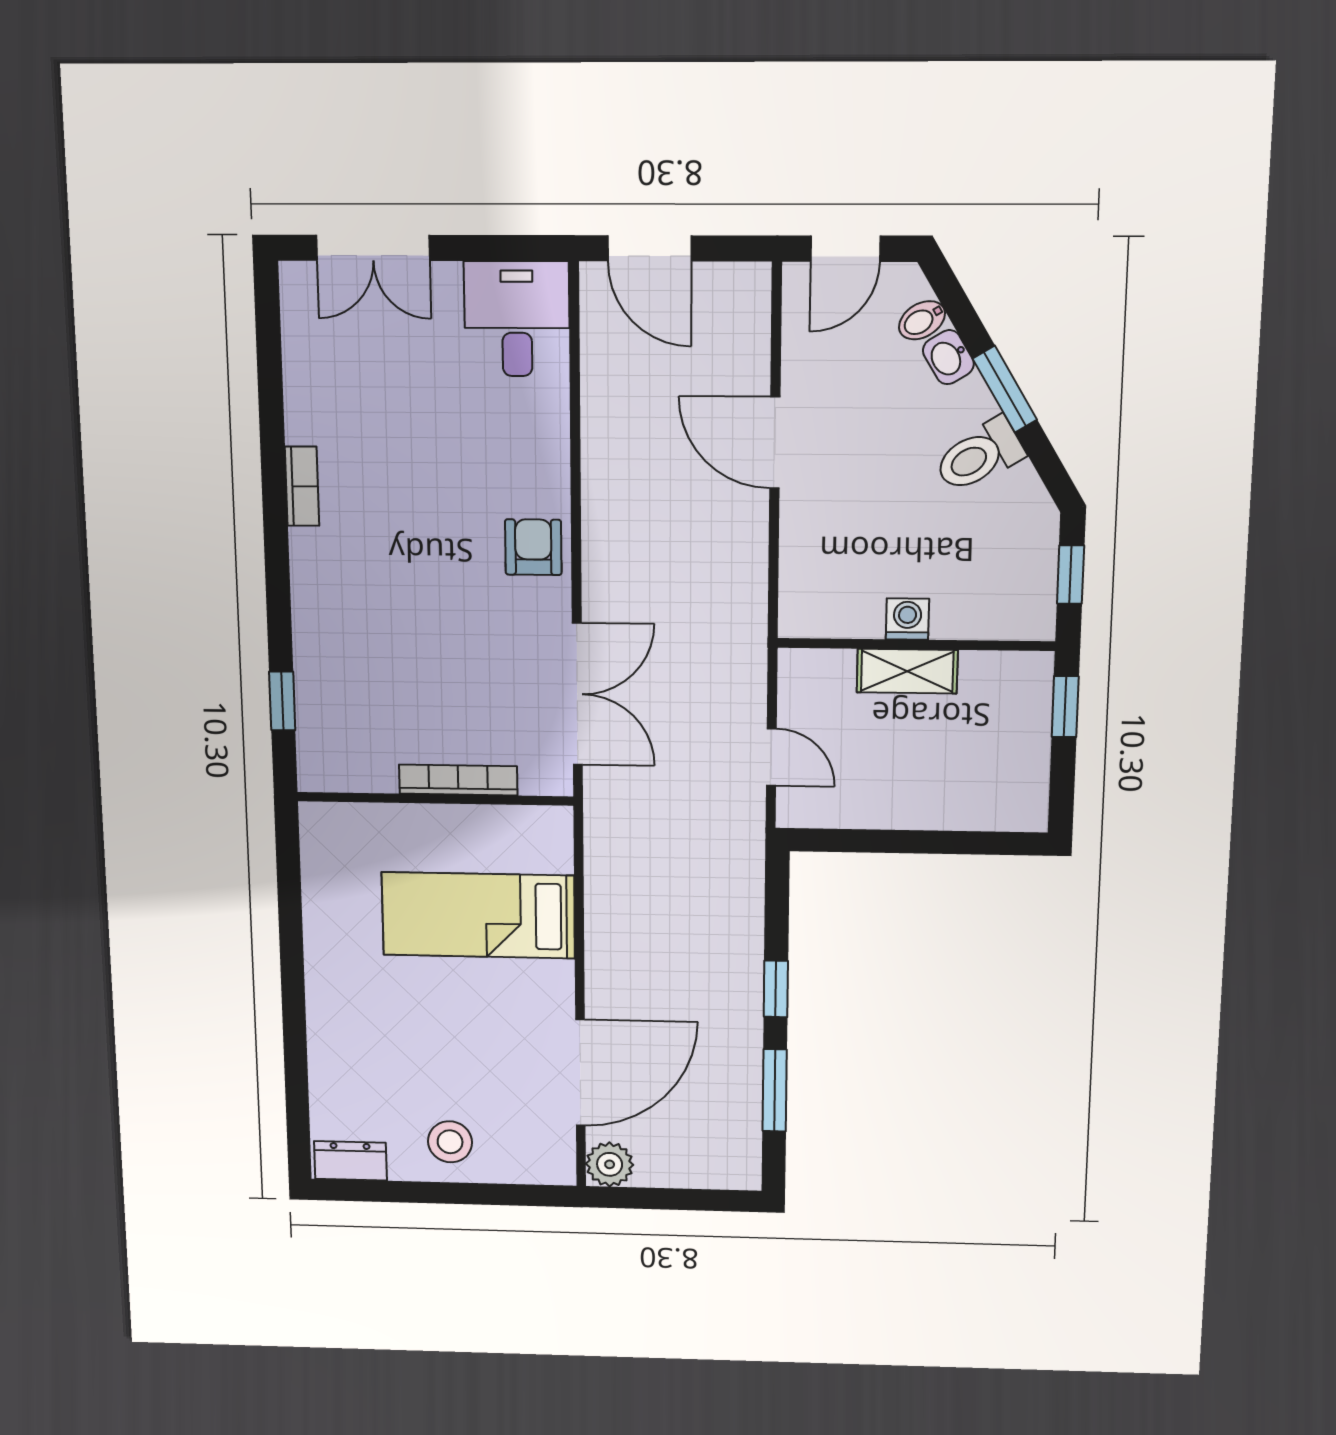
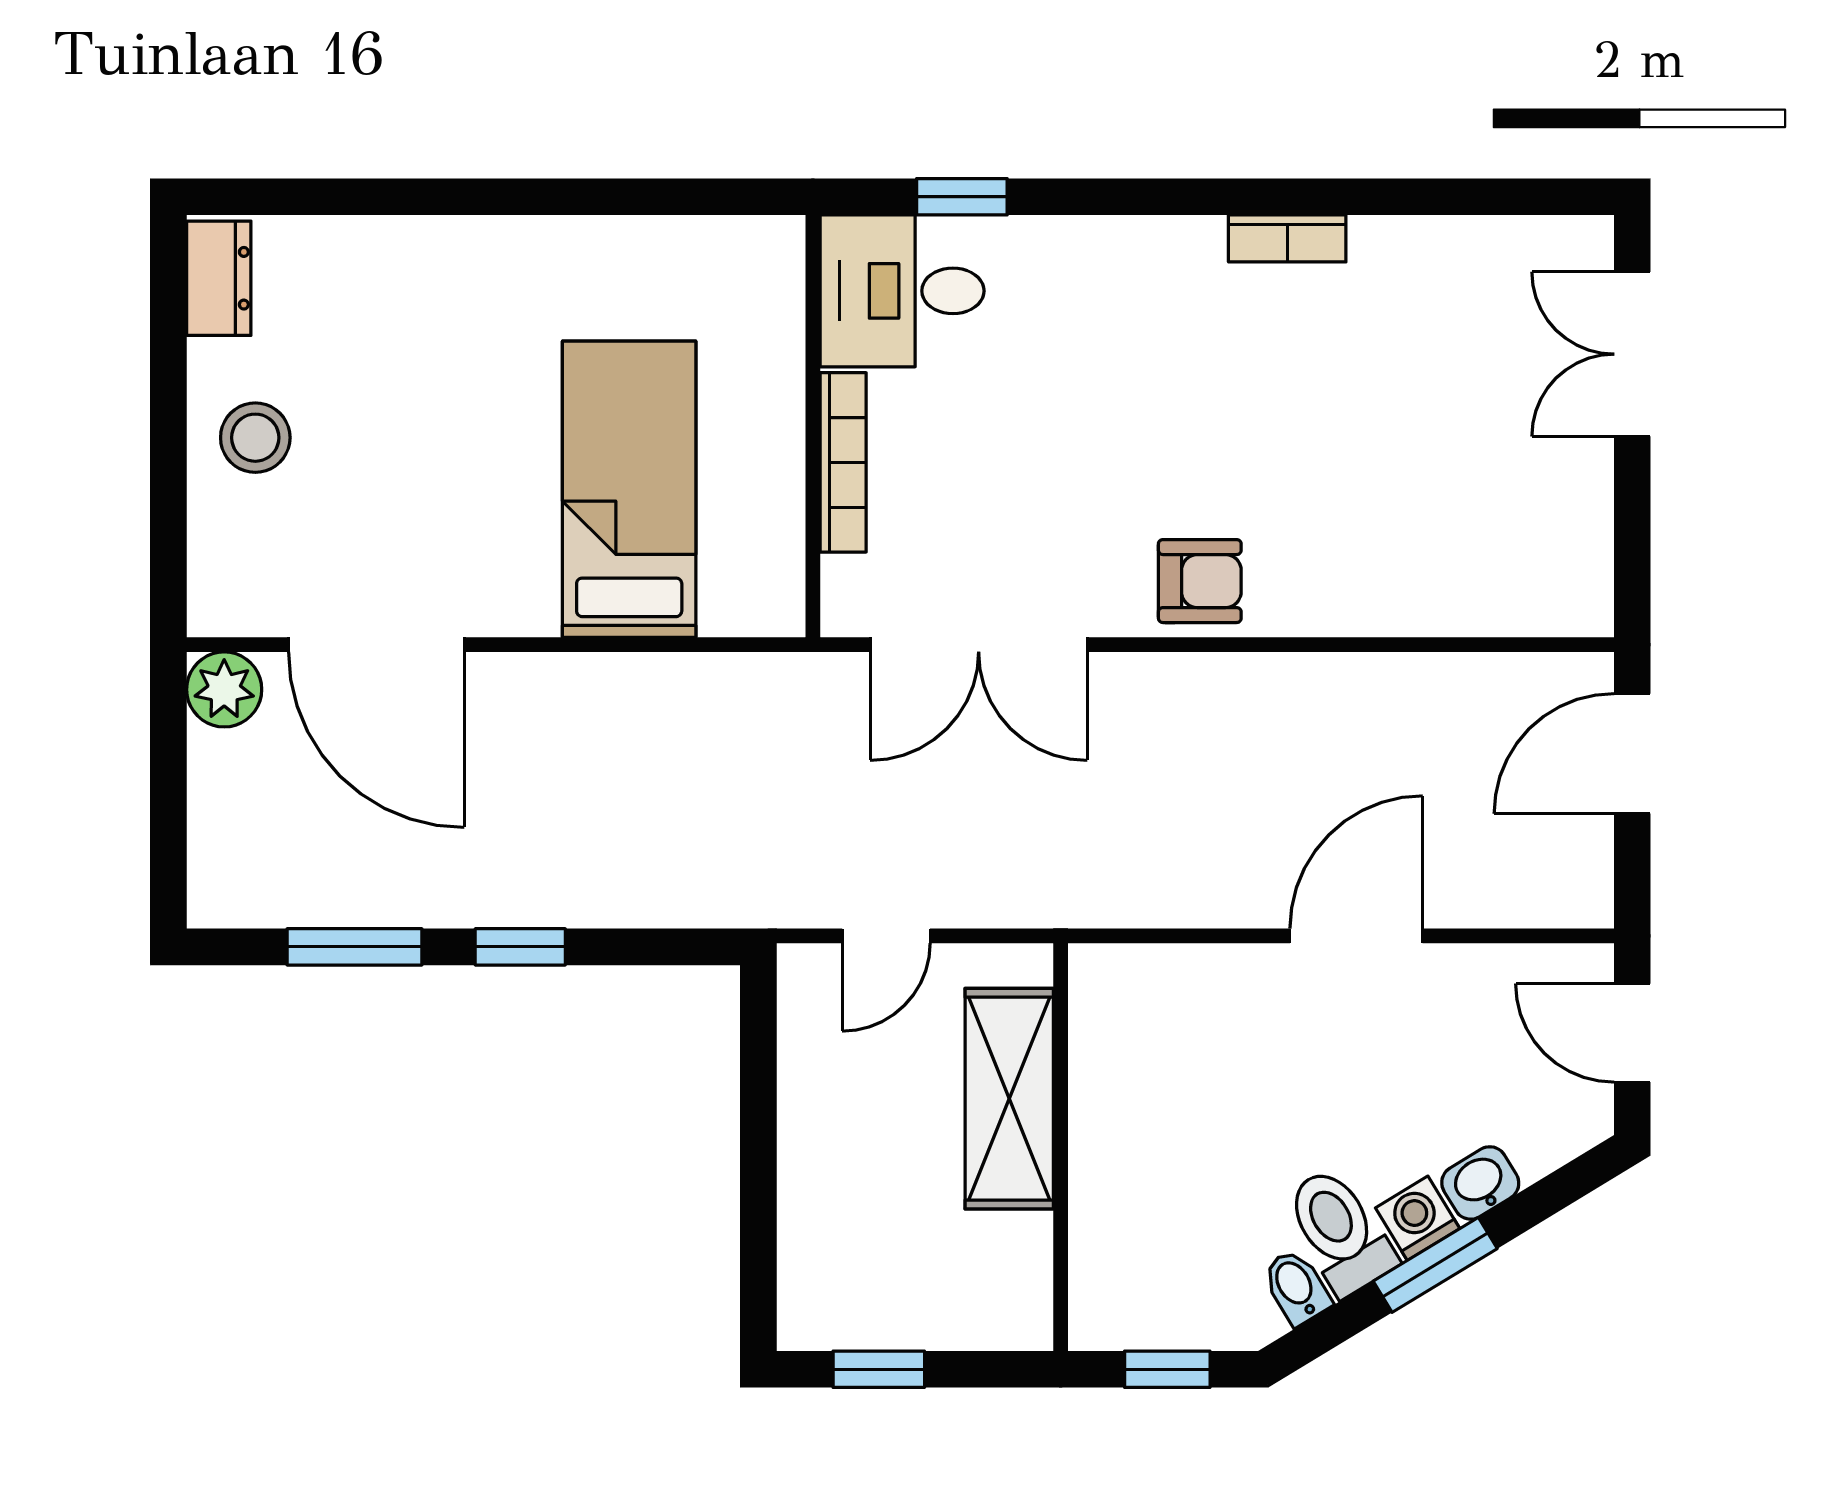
desk: (517, 319) -> (902, 291), moved, turned 180
bidet: (922, 320) -> (1296, 1287), moved
washing machine: (907, 619) -> (1418, 1218), moved, turned -121
shelving: (907, 671) -> (1009, 1099), width x1.50, depth x1.33
window: (1065, 707) -> (879, 1369), moved

